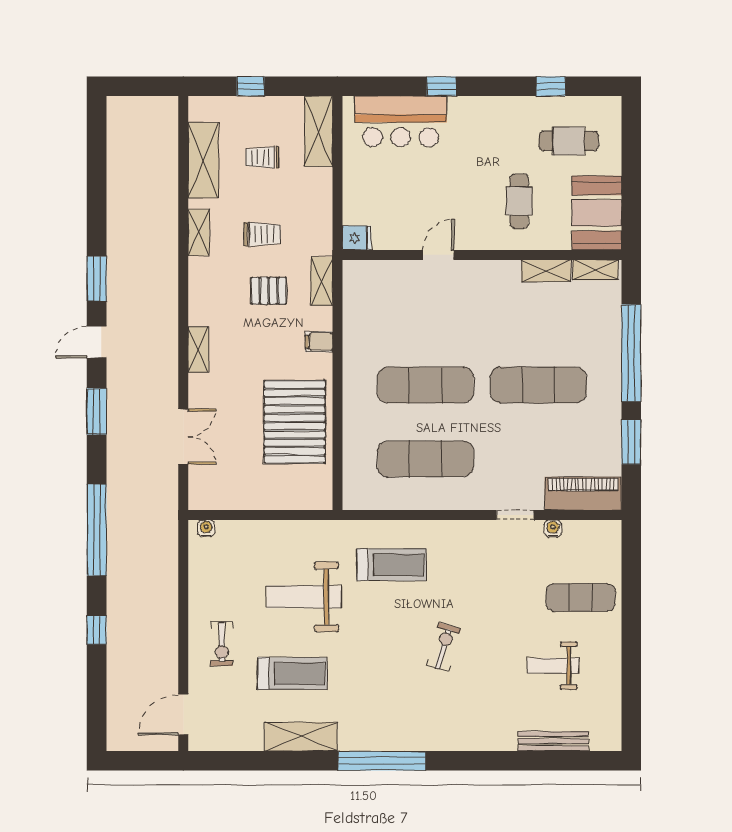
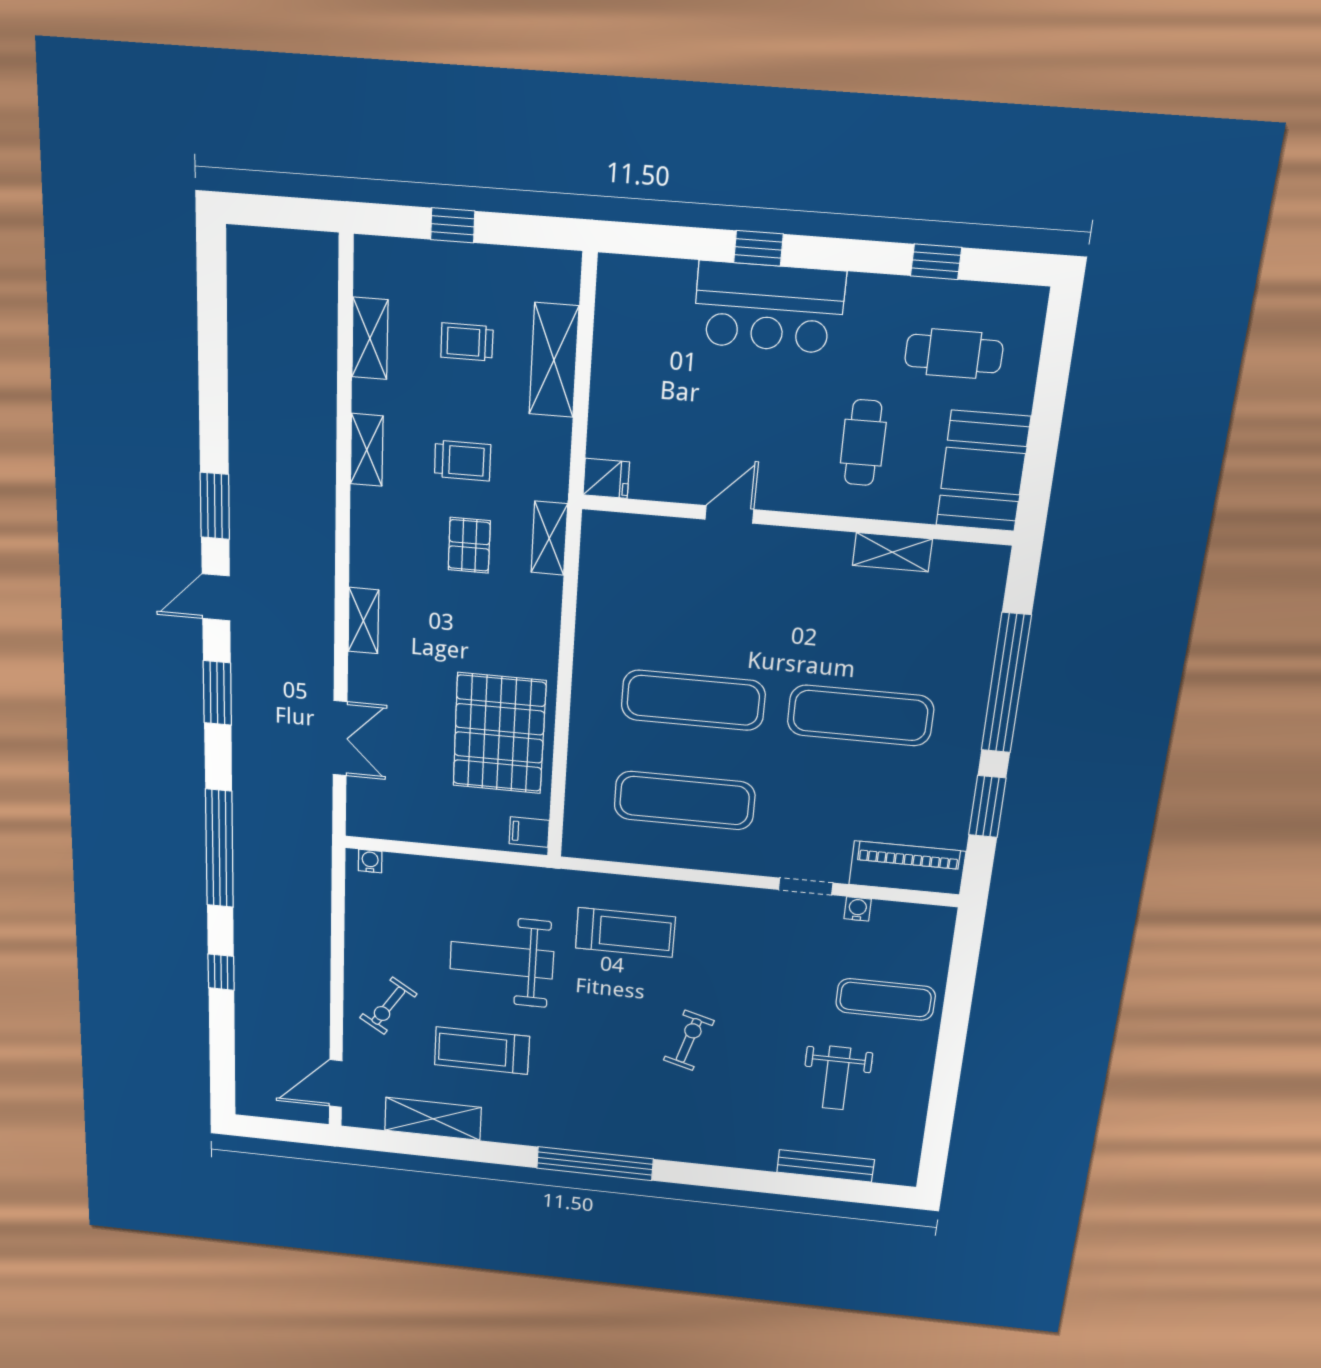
bar counter: (401, 121) -> (769, 307), moved
shelving: (318, 131) -> (554, 360), moved
shelving: (203, 160) -> (370, 339), width x0.67, depth x0.75
shelving: (595, 270) -> (969, 557), removed
pallet: (269, 291) -> (469, 545), turned 90
filing cabinet: (319, 342) -> (529, 832), moved
exercise bike: (222, 644) -> (388, 1006), turned 33
weight bench: (553, 666) -> (837, 1078), turned -90
treadmill: (292, 673) -> (482, 1051), turned 180
shelving: (301, 737) -> (433, 1119), moved

